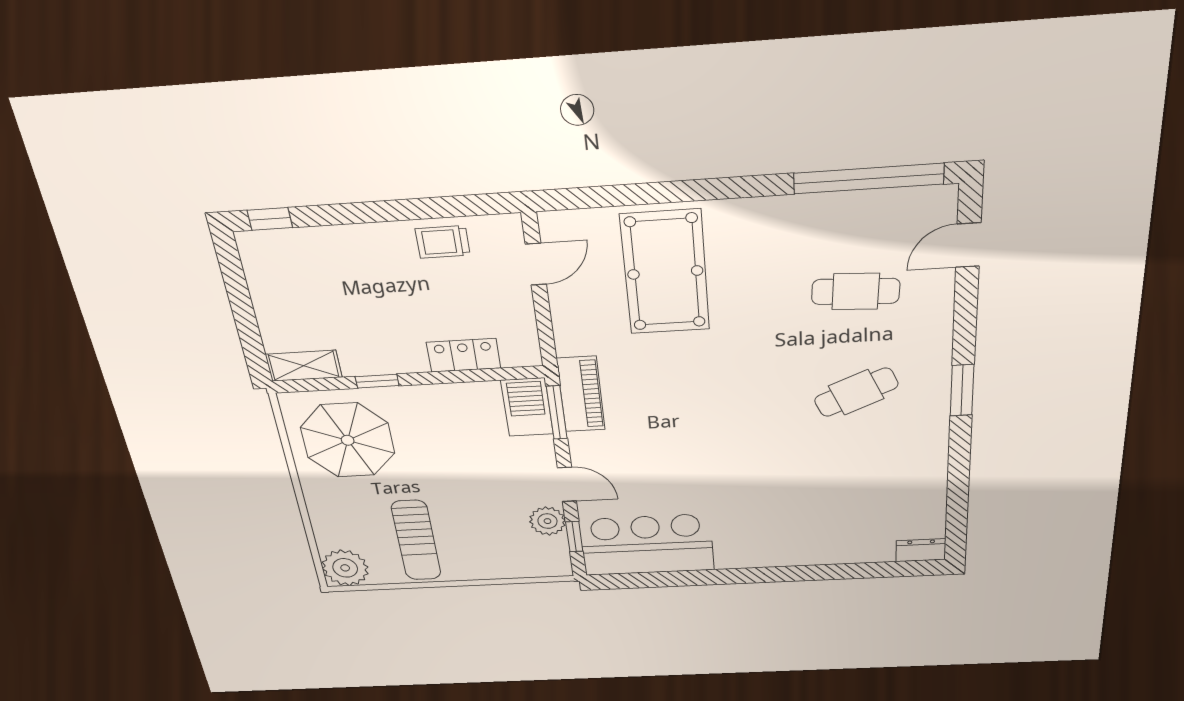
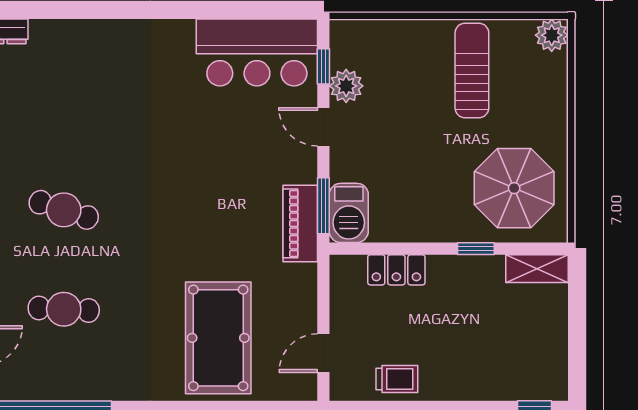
cafe table: (856, 392) -> (64, 210), turned 42
plant: (345, 568) -> (552, 35), width x0.73, depth x0.73

